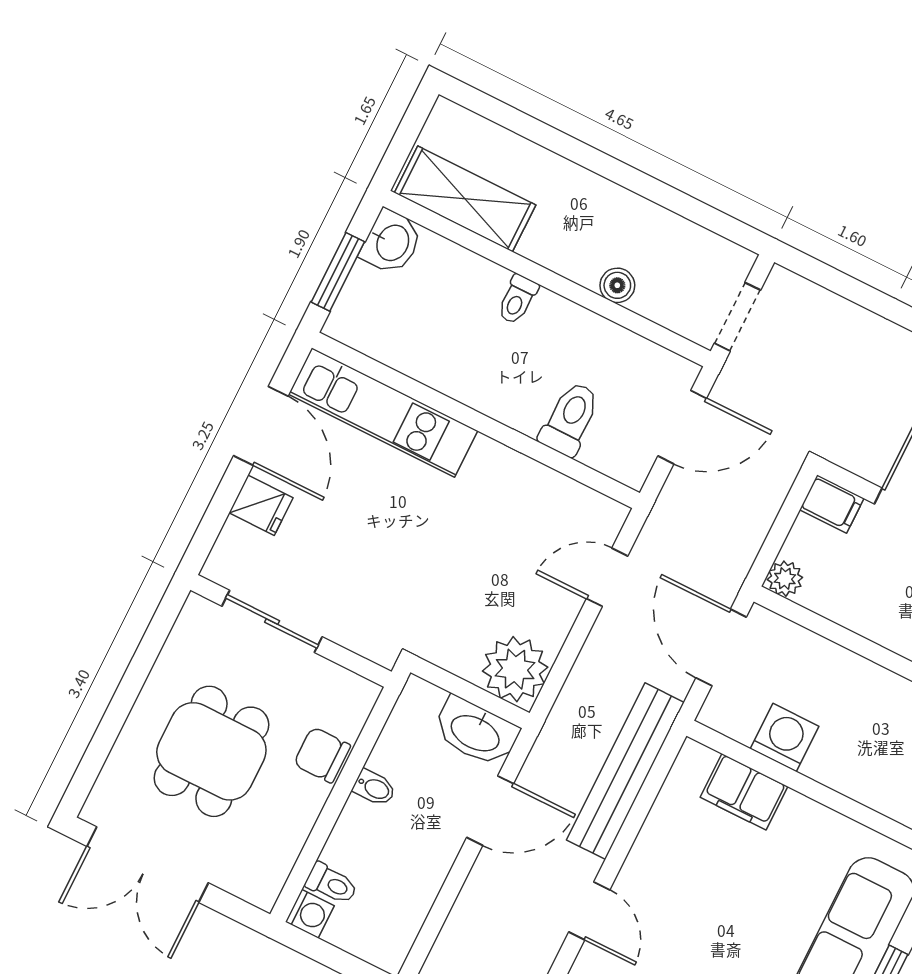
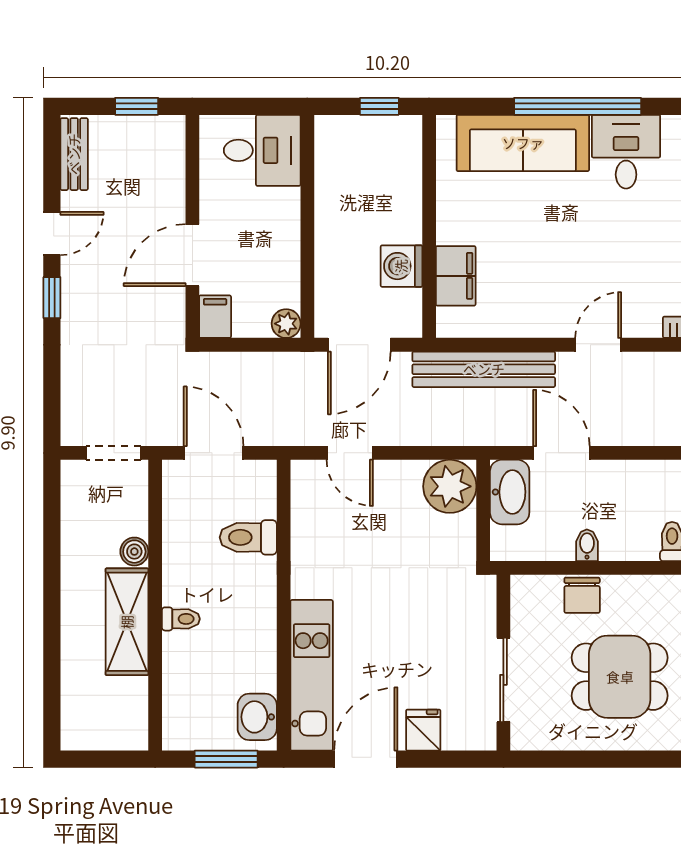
shelving: (465, 199) -> (127, 622), moved
washbasin: (391, 242) -> (257, 717), moved, turned -90

